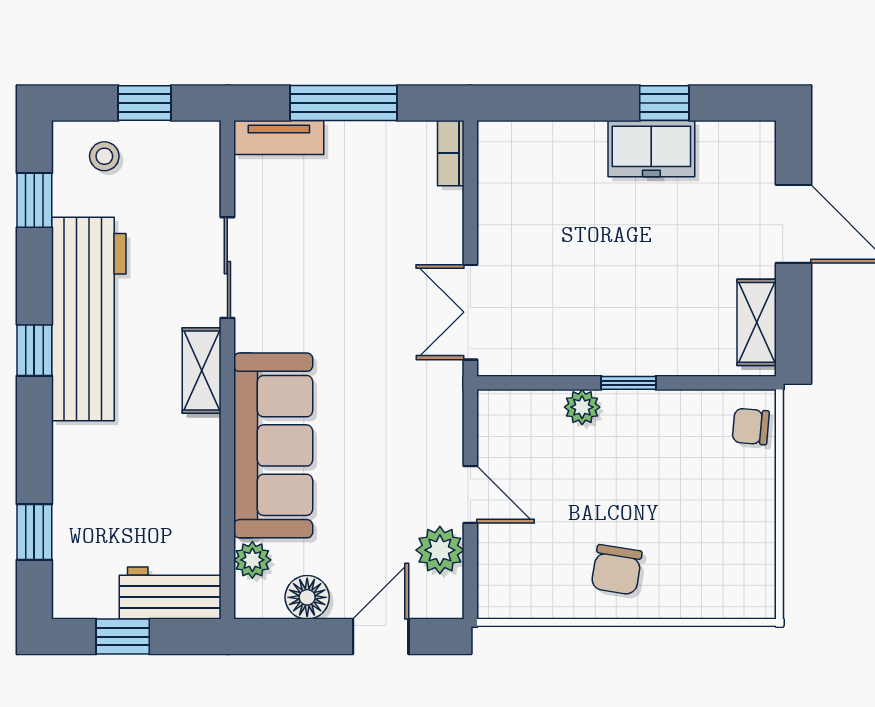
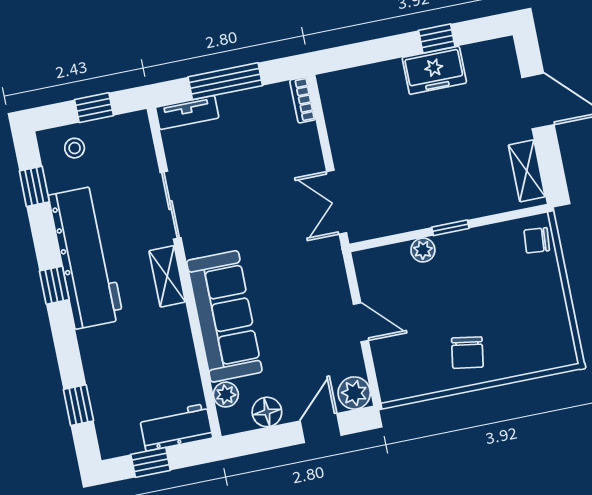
plant: (440, 550) -> (354, 393), moved

